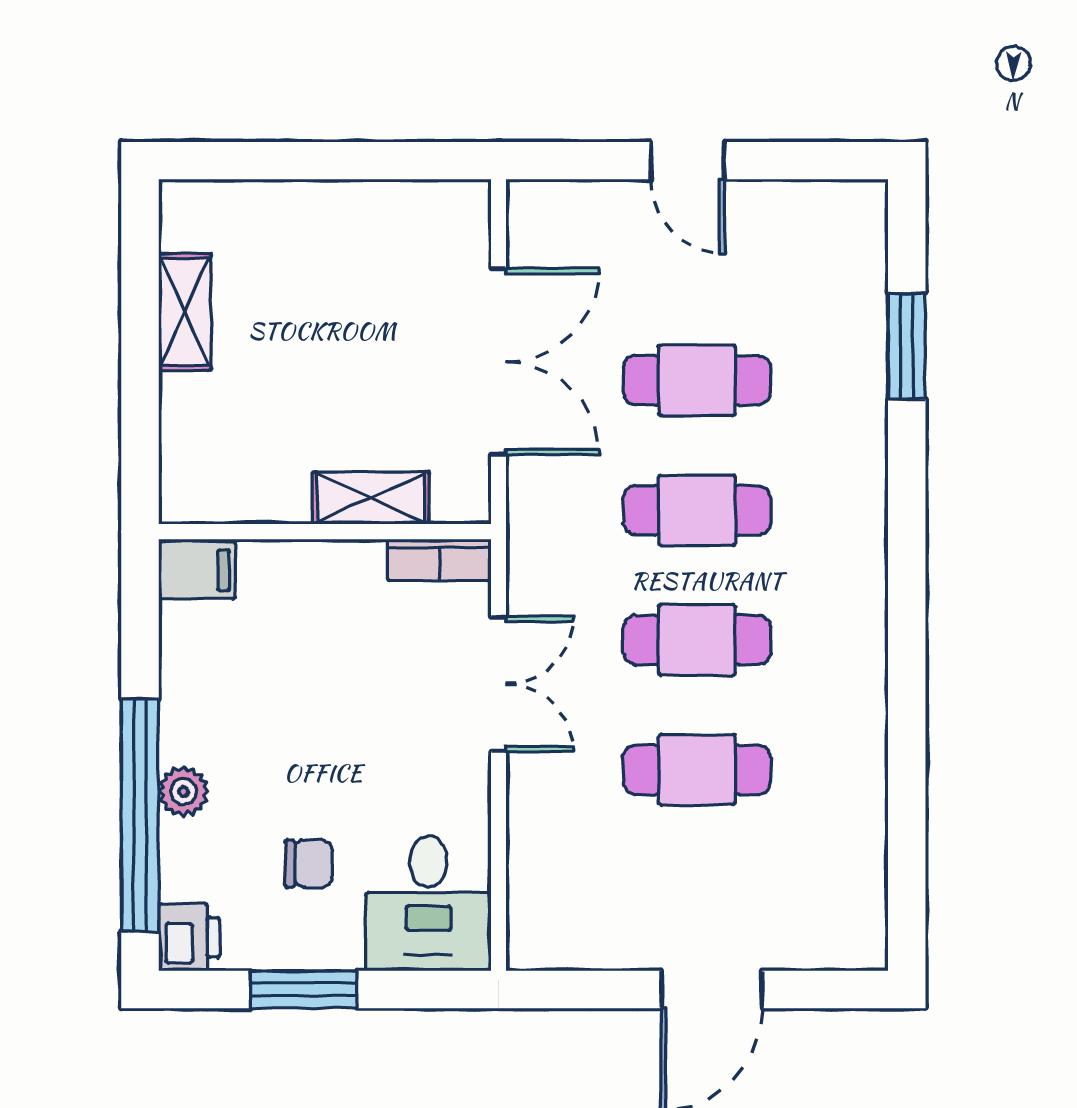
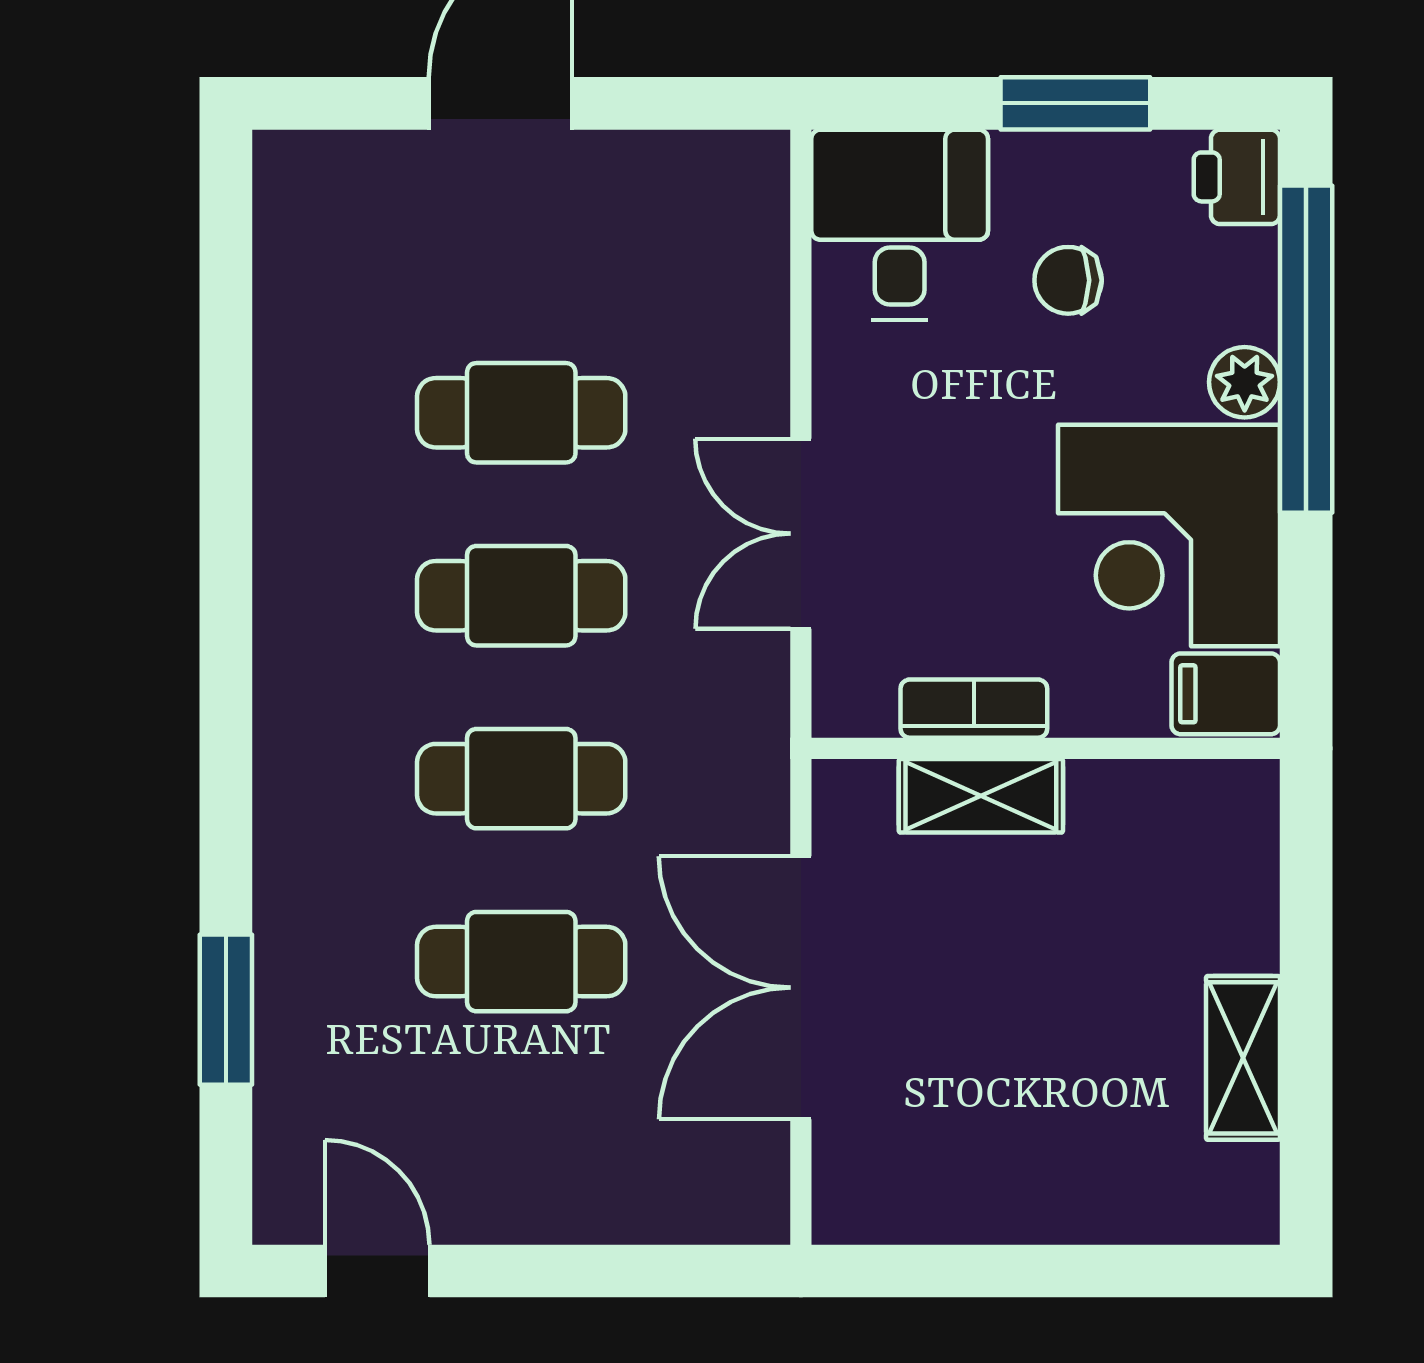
door: (688, 161) -> (377, 1271), moved
bookcase: (439, 560) -> (974, 709), moved
corner desk: (237, 683) -> (1169, 535), added

